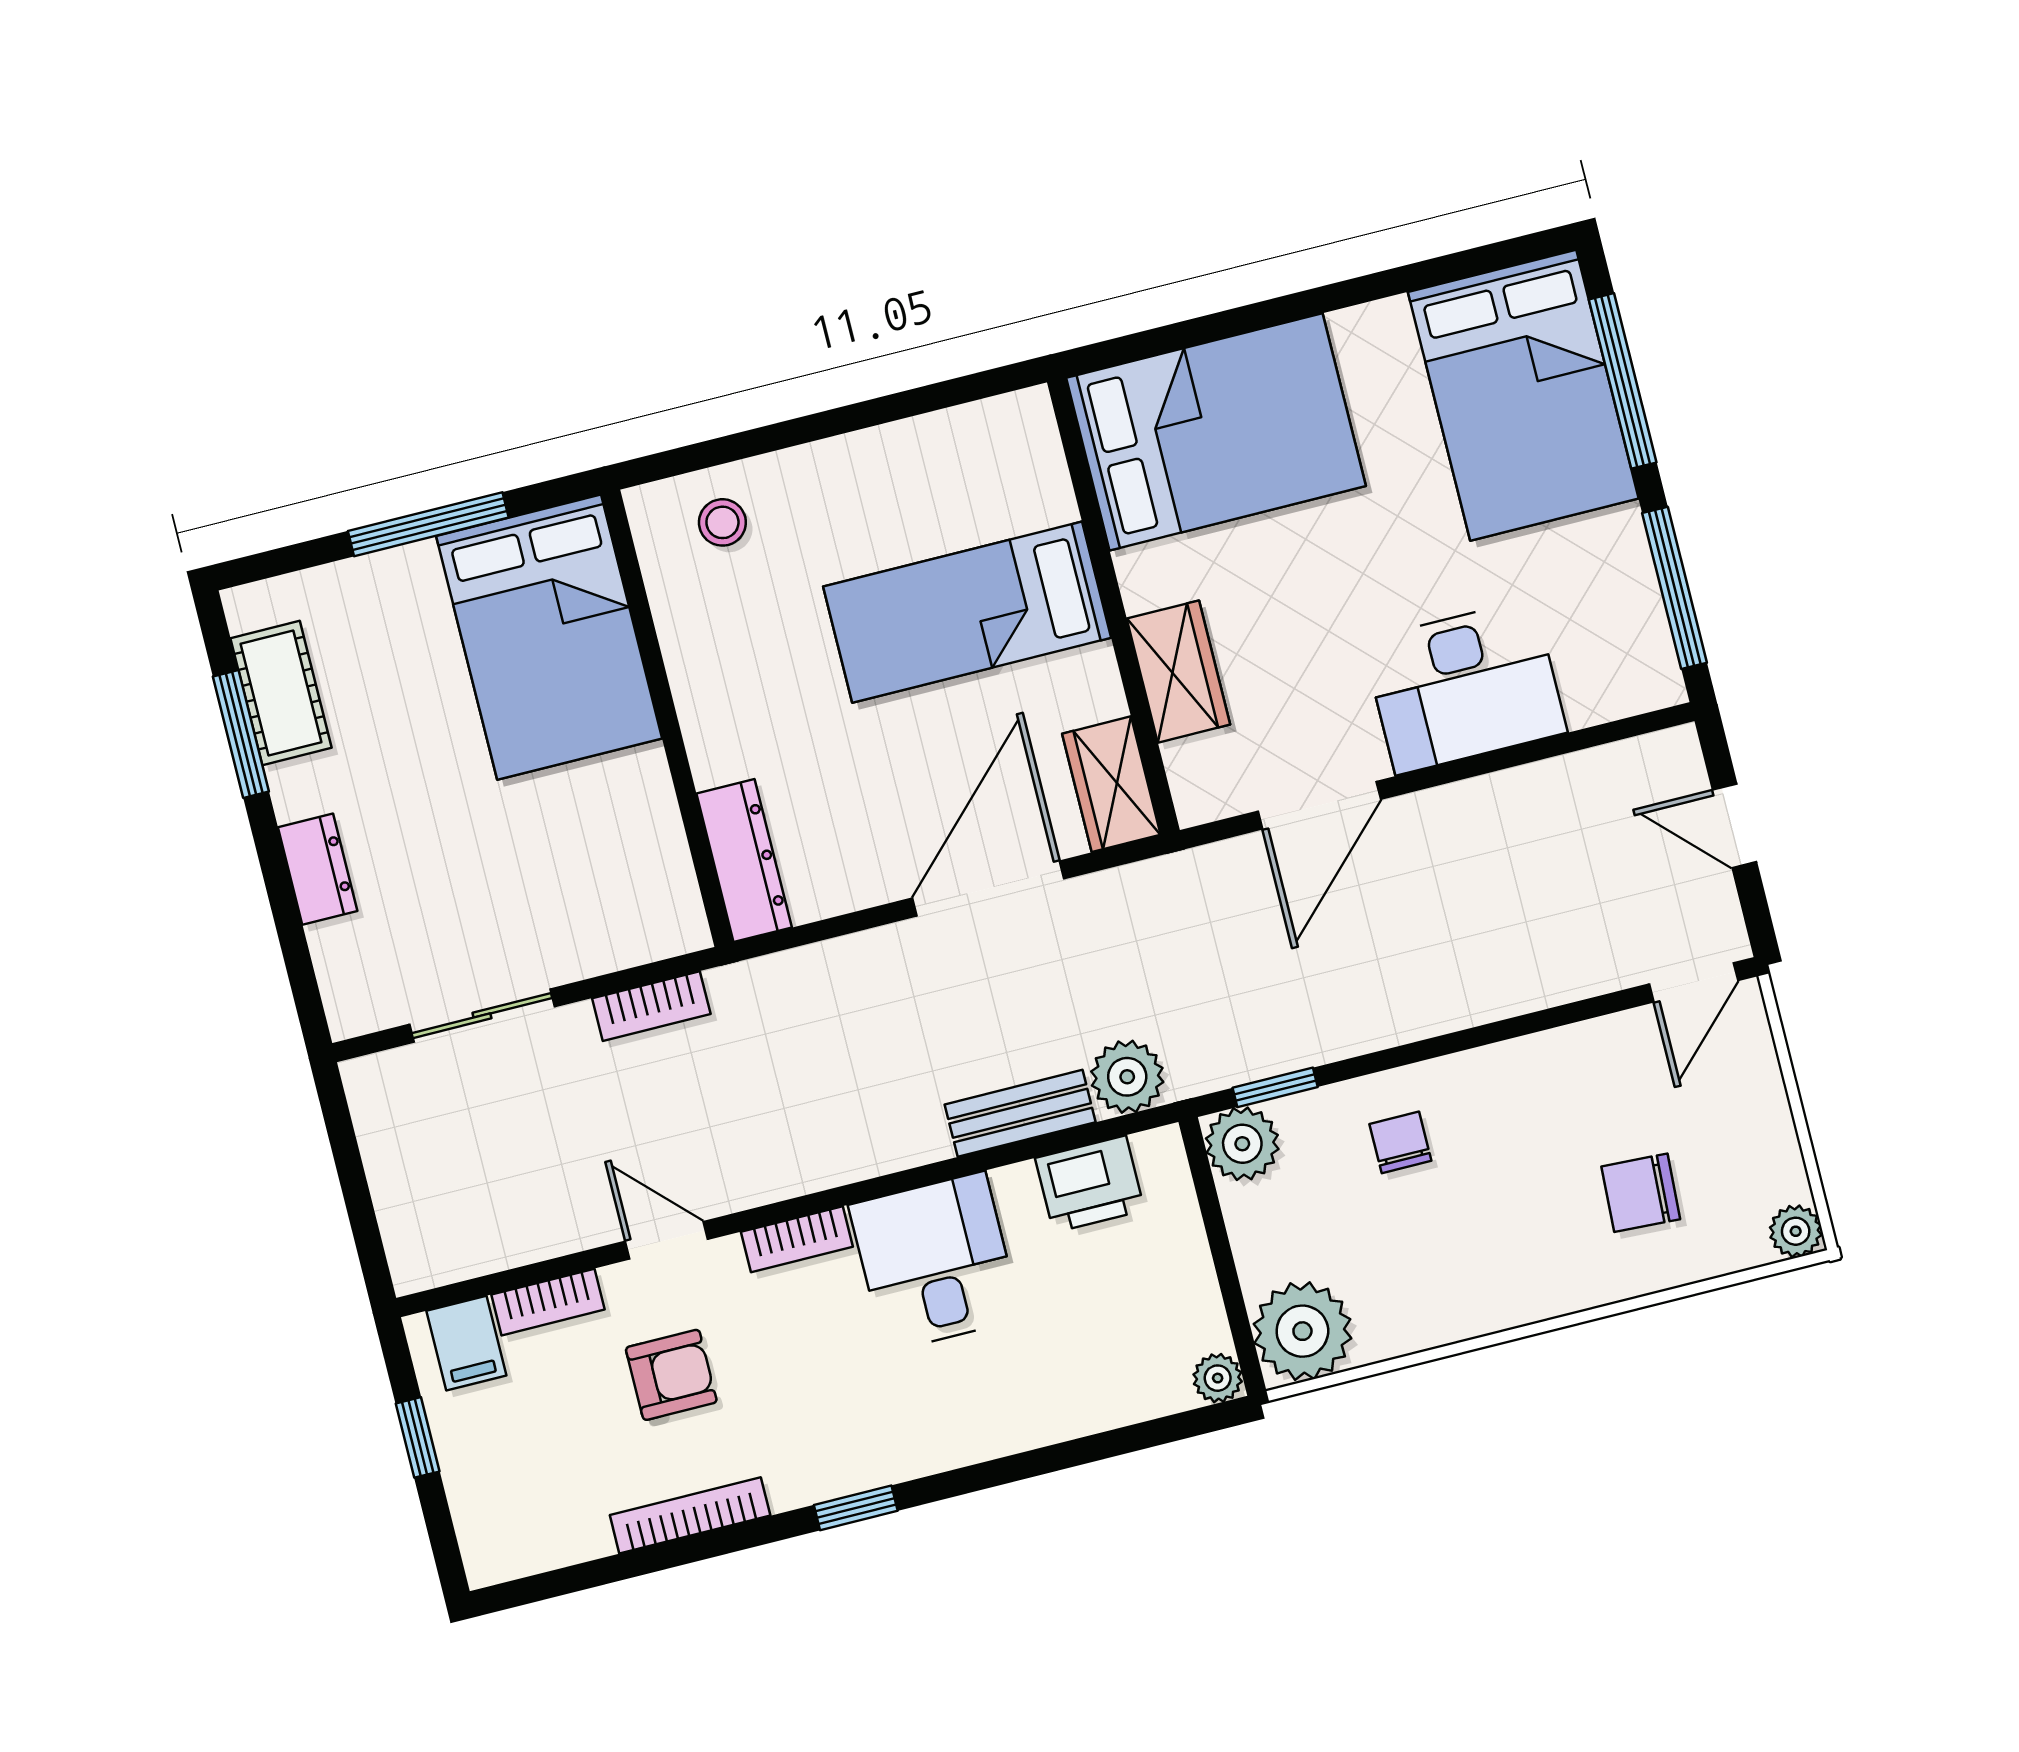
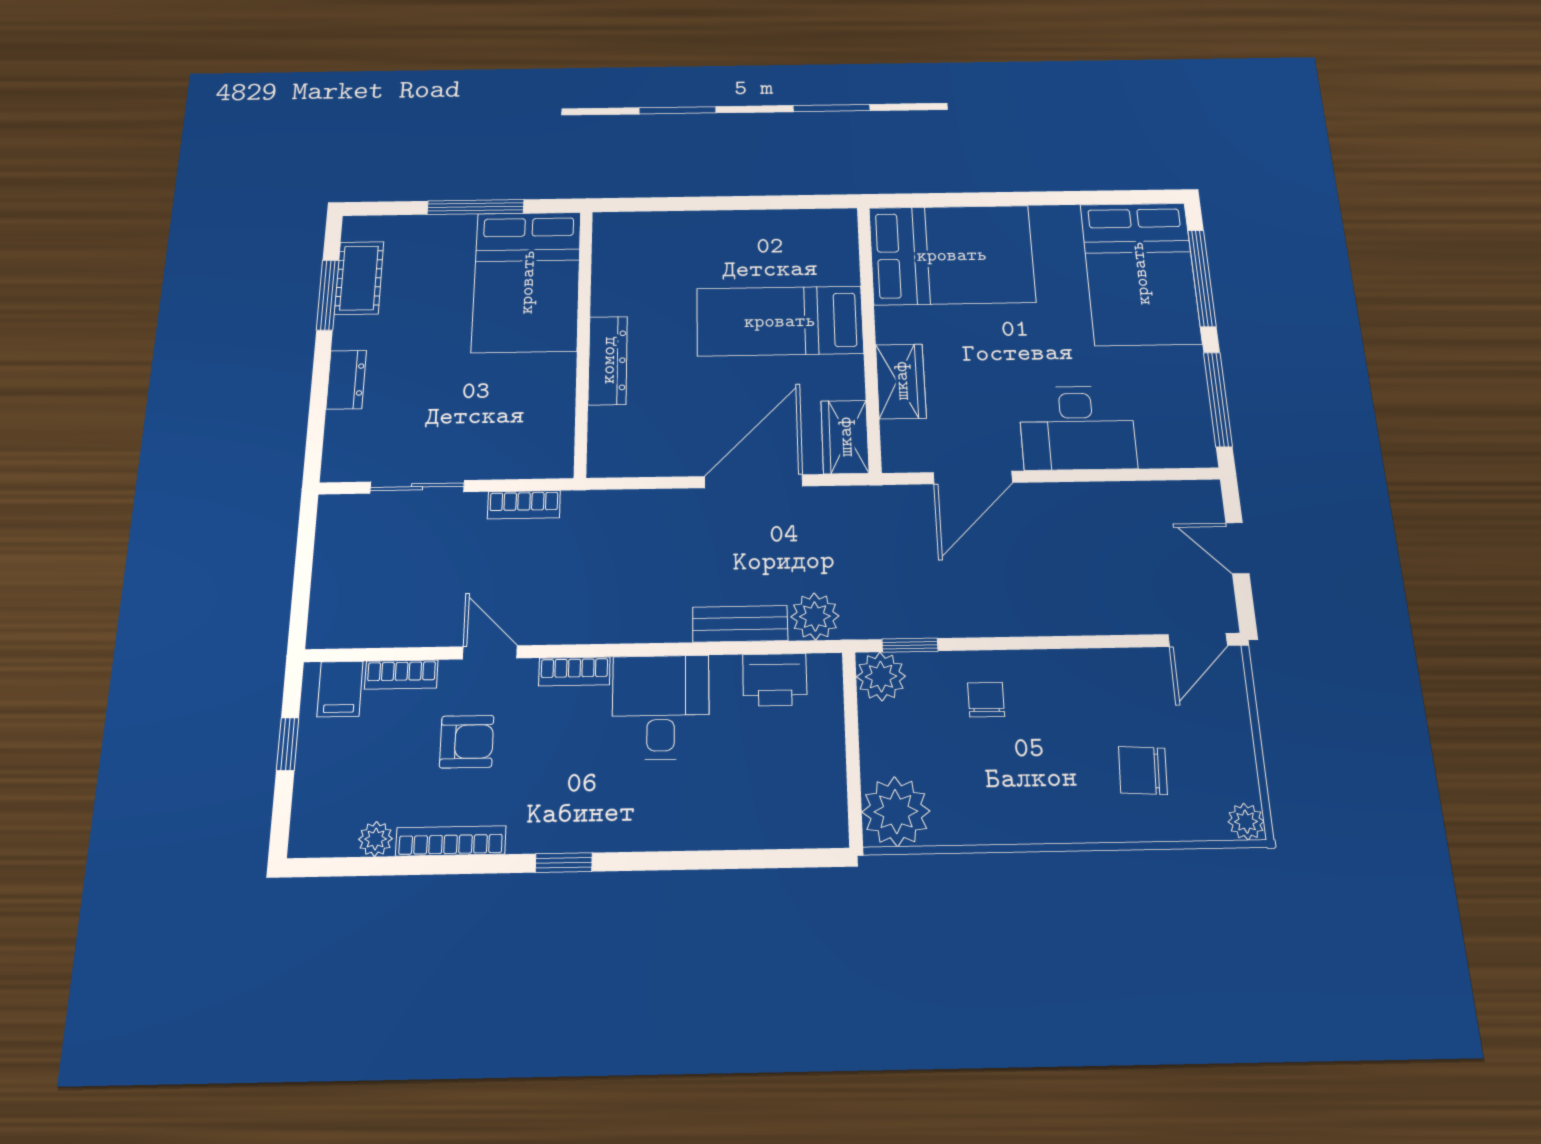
stool: (722, 522) -> (647, 242), removed
dresser: (744, 861) -> (608, 360), moved
plant: (1218, 1378) -> (376, 839), moved

